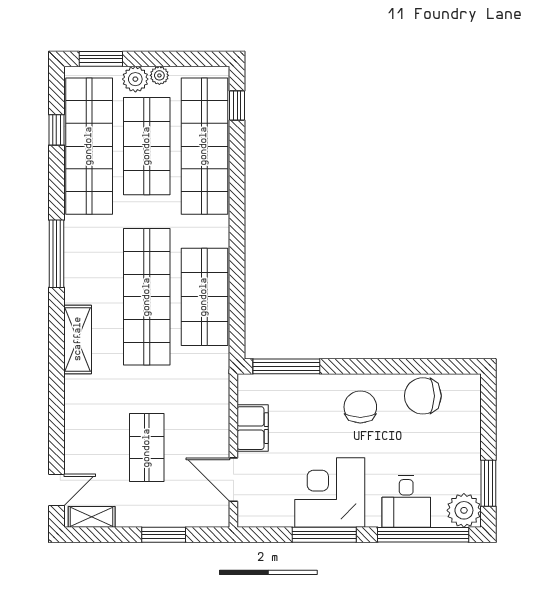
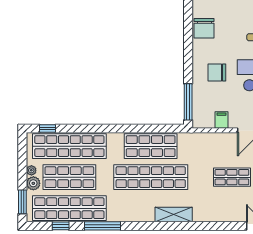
window: (56, 254) -> (103, 226), moved
chair: (360, 407) -> (217, 73), moved
filing cabinet: (253, 428) -> (221, 120), width x0.50

